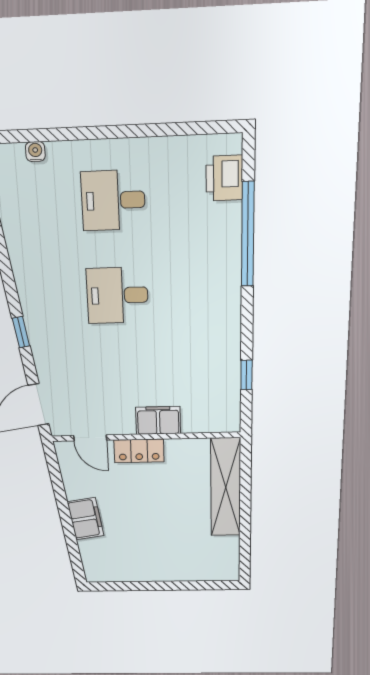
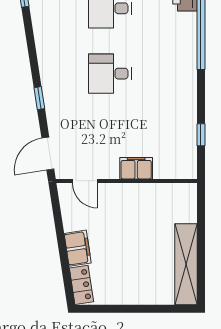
locker: (139, 451) -> (81, 285), moved, turned -99
shelving: (226, 487) -> (186, 264), moved

